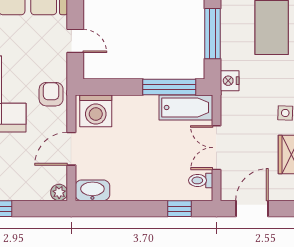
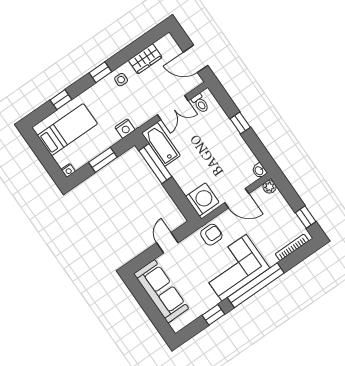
window: (213, 34) -> (103, 160), width x0.69
armchair: (51, 94) -> (211, 235), turned 180
washbasin: (92, 190) -> (259, 171), width x0.52, depth x0.69
window: (180, 209) -> (240, 123), moved

